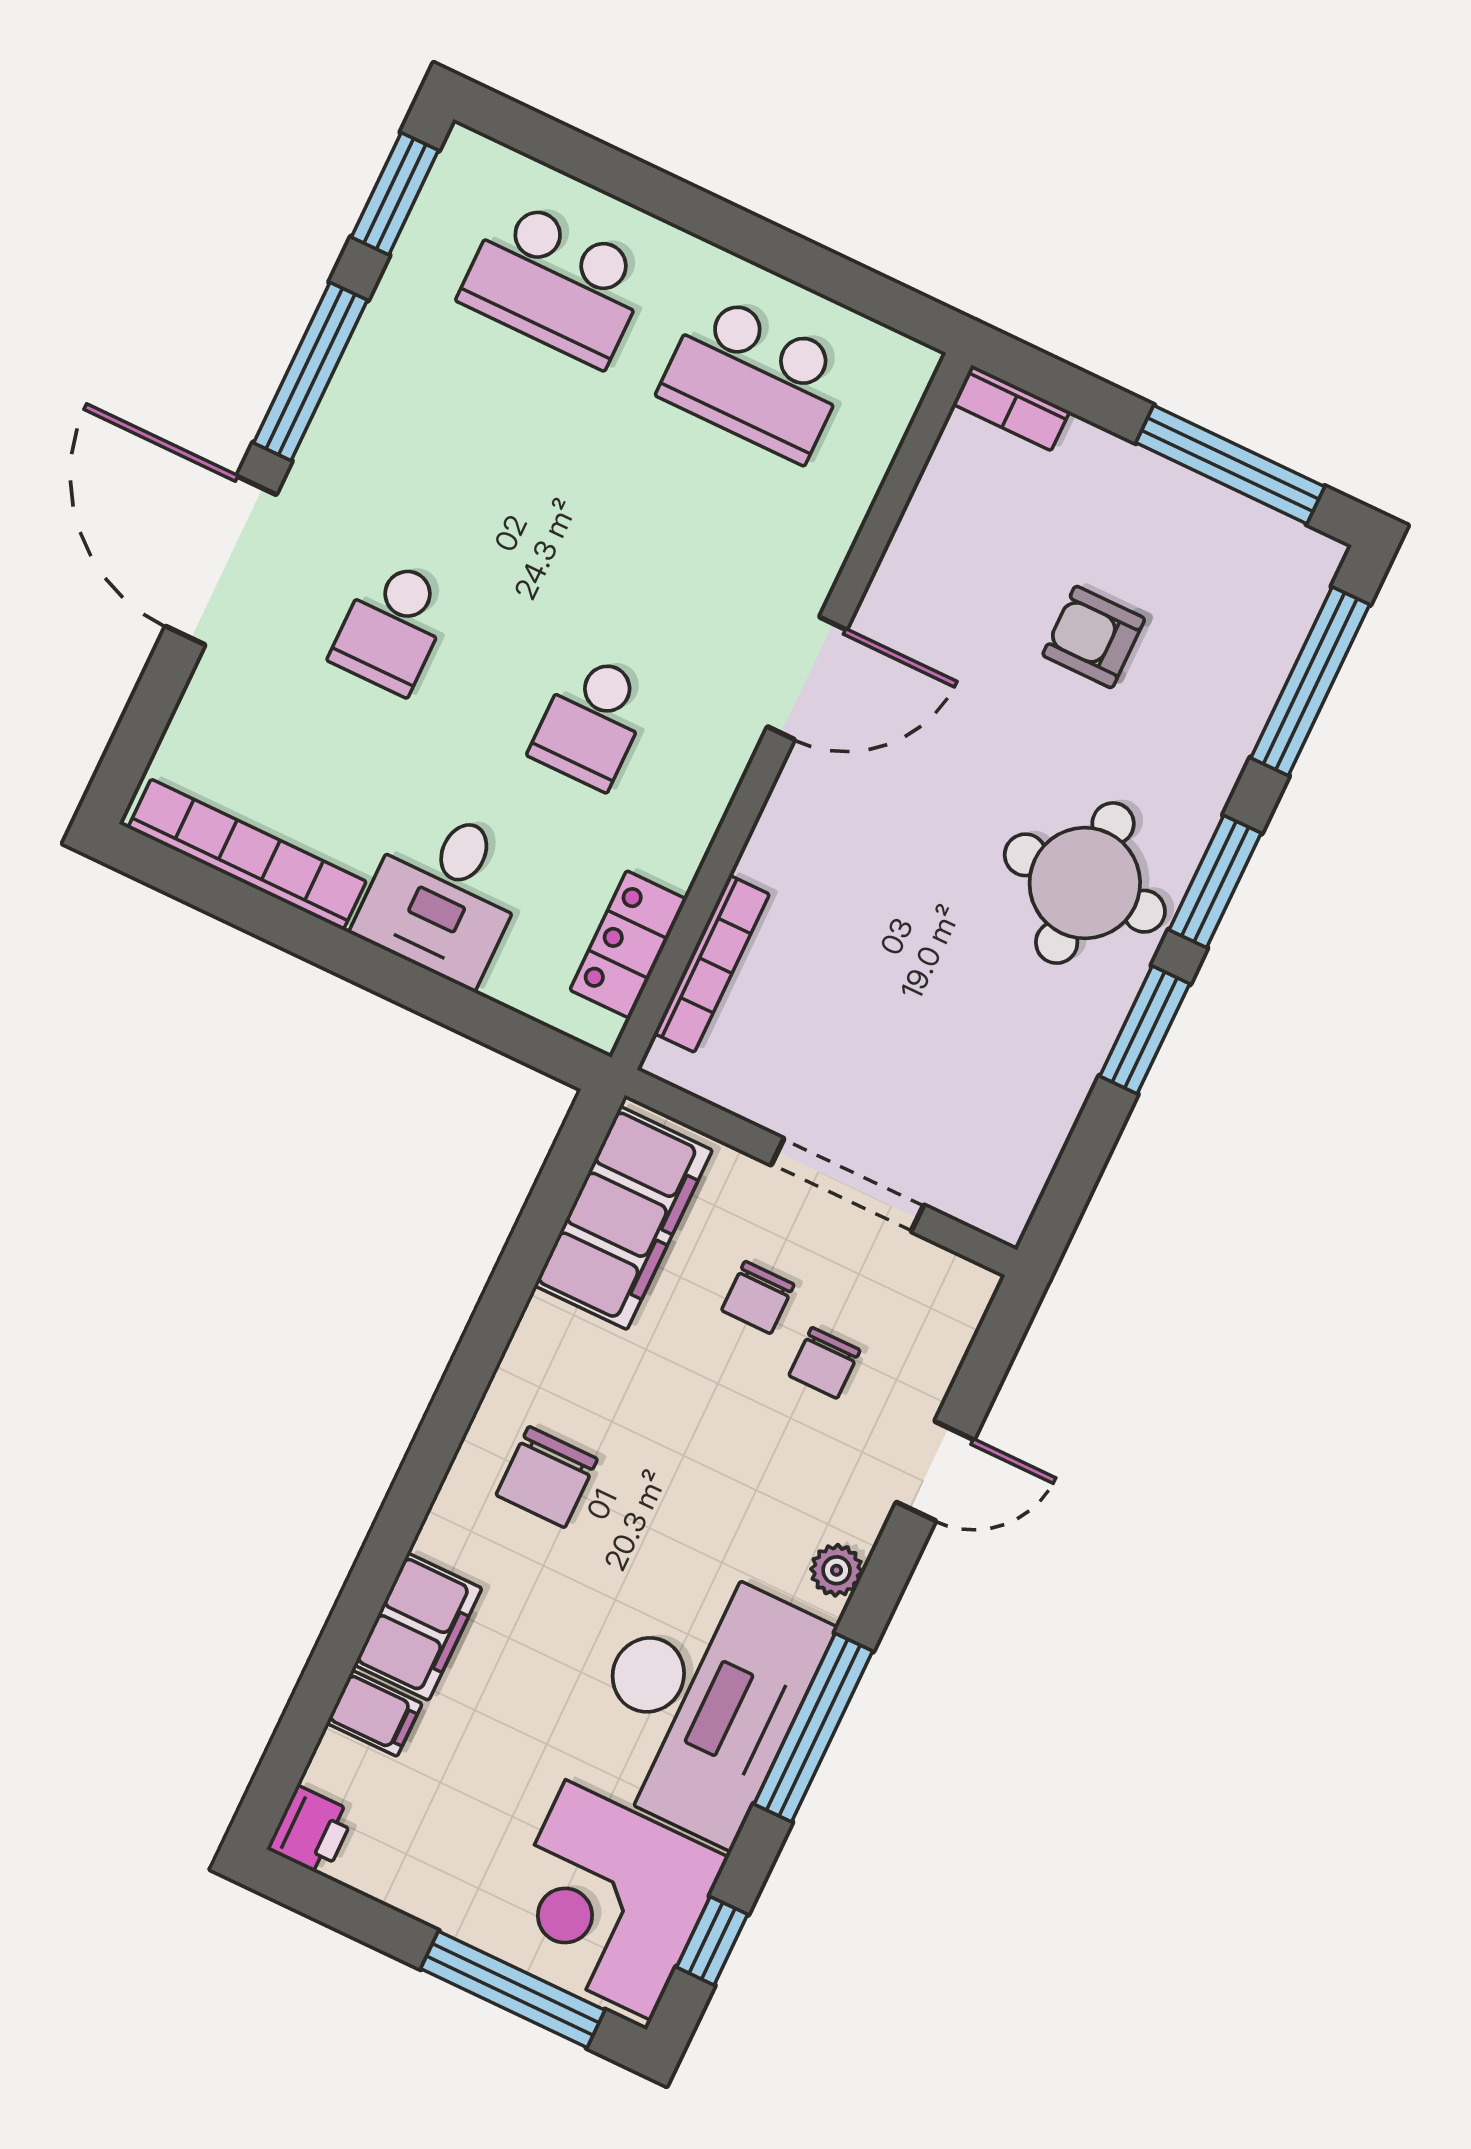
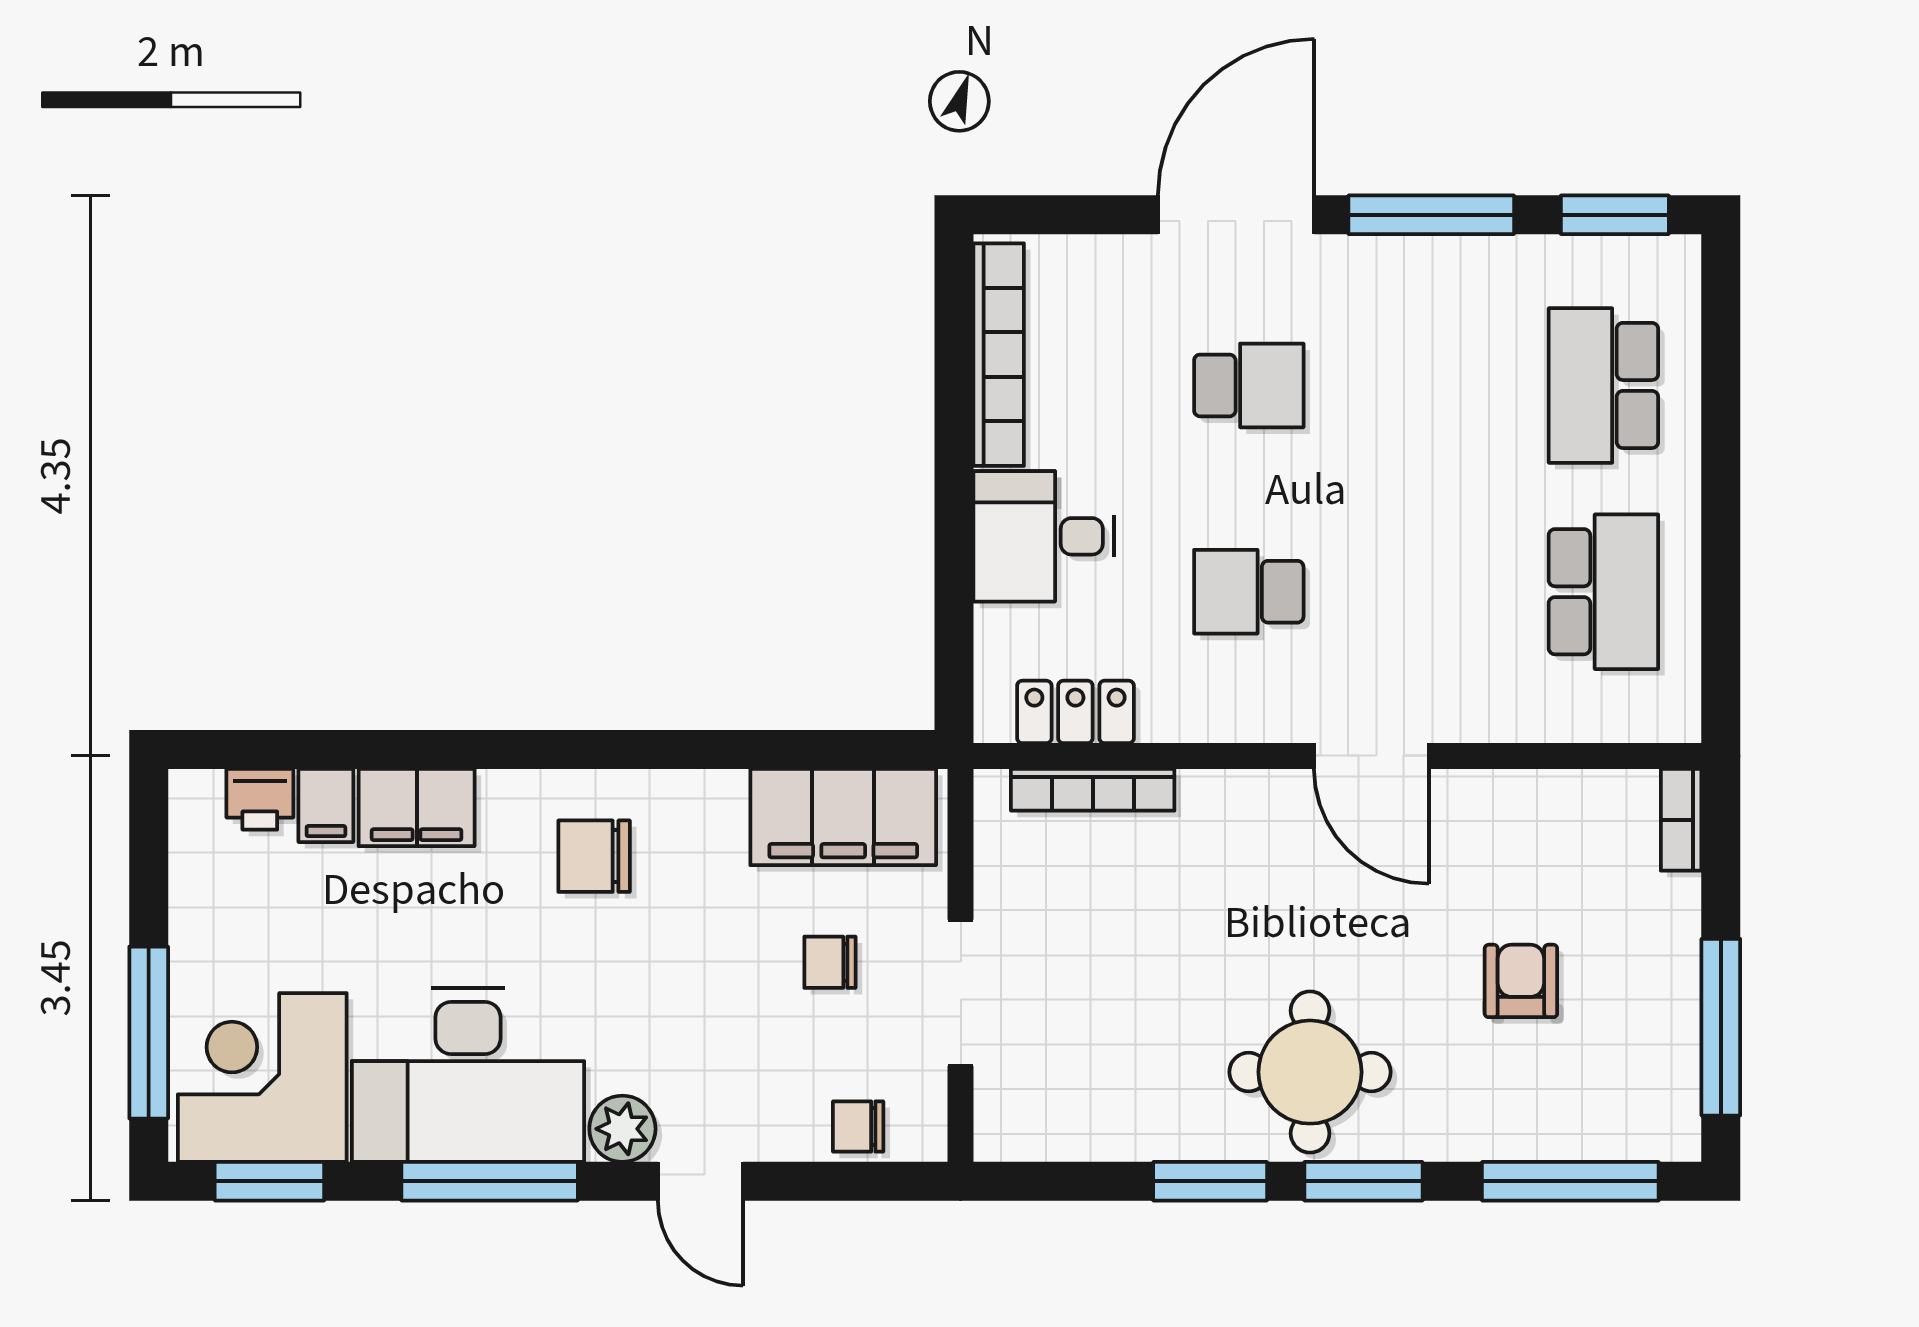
school desk: (755, 378) -> (1603, 592), turned 180
school desk: (392, 627) -> (1249, 385), turned 180
chair: (824, 1363) -> (858, 1126), moved
door: (935, 1471) -> (700, 1181), moved
plant: (837, 1570) -> (622, 1129), width x1.38, depth x1.38
printer: (311, 1831) -> (260, 799), moved
window: (712, 1941) -> (269, 1181), width x1.50

